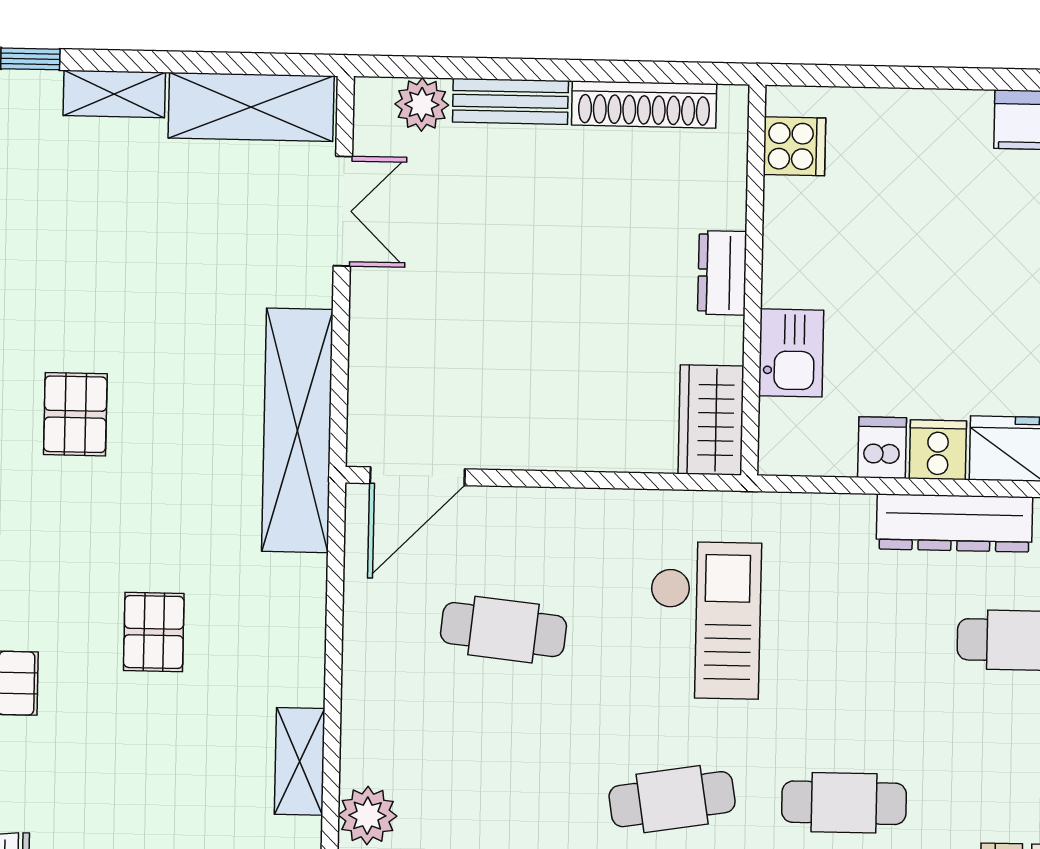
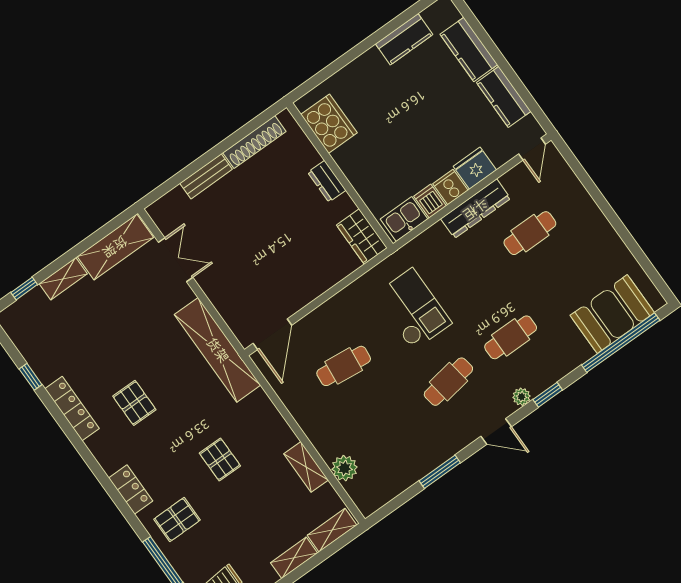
plant: (422, 104) -> (175, 201), removed
cooker: (794, 146) -> (329, 124), width x1.87, depth x1.31
kitchen sink: (791, 353) -> (404, 219), moved, turned -90

